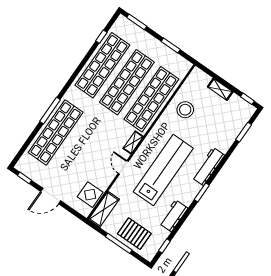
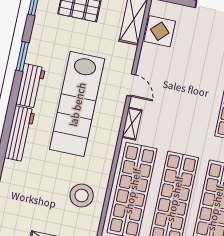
window: (202, 192) -> (22, 56), moved
workbench: (173, 216) -> (31, 86), moved

